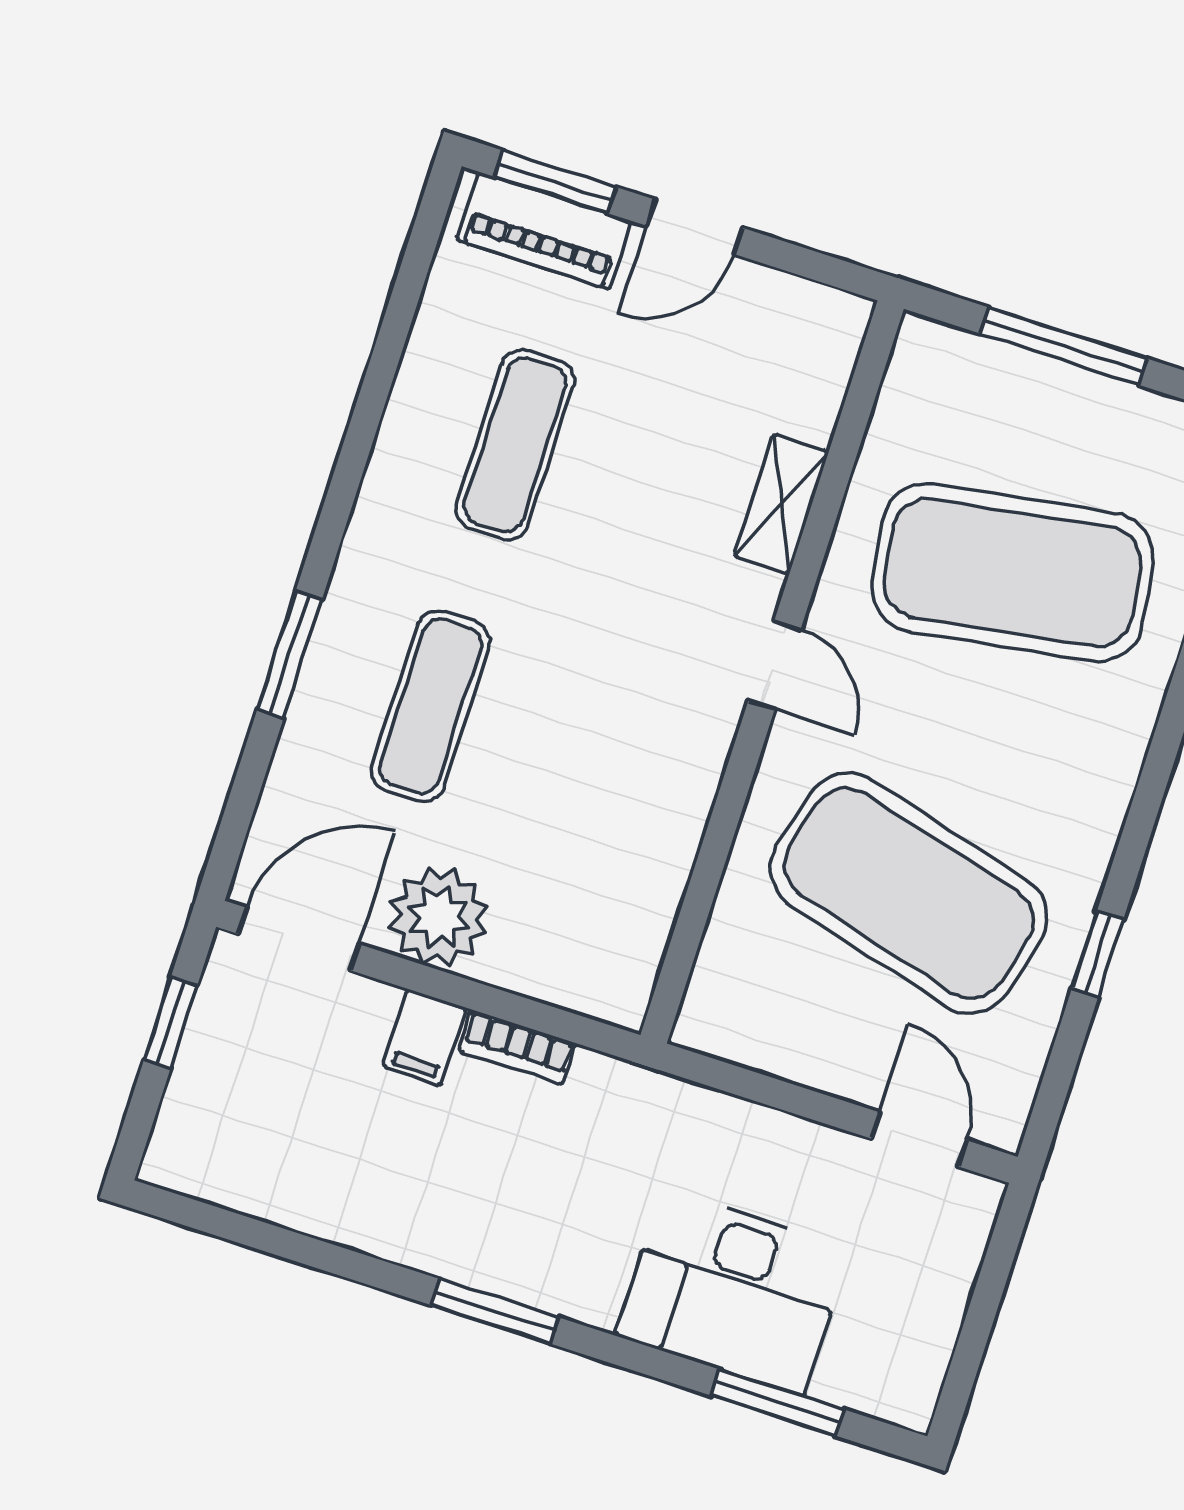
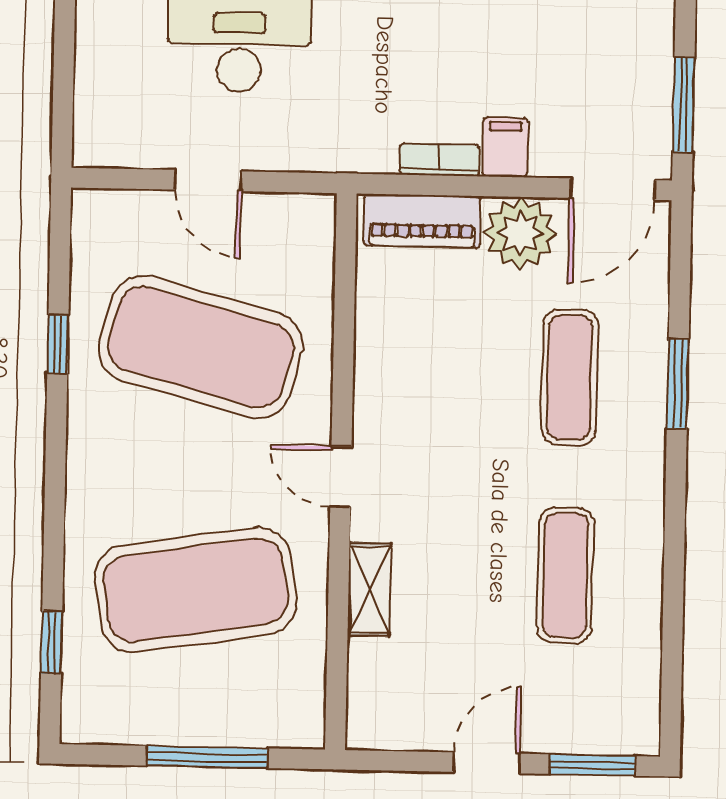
piano: (544, 231) -> (422, 221), moved, turned 180
window: (171, 1023) -> (684, 105), width x1.50
door: (919, 1140) -> (208, 181), moved

